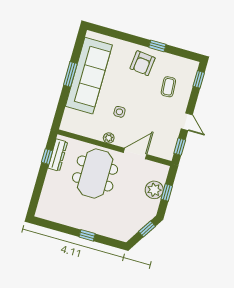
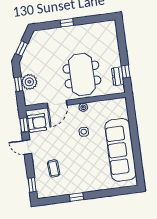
armchair: (143, 63) -> (37, 123), moved, turned 84
window: (70, 74) -> (136, 145), removed
dresser: (58, 155) -> (118, 76), width x0.70

